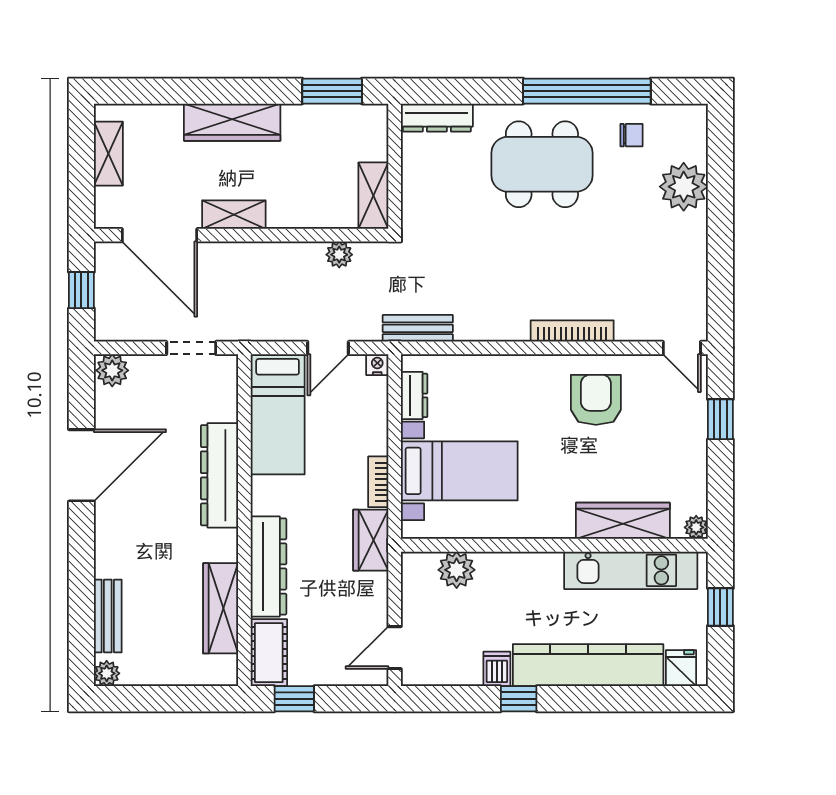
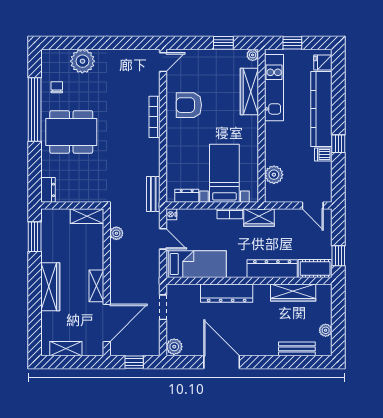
dresser: (437, 118) -> (48, 190), width x0.70
dining table: (542, 164) -> (71, 132), turned 90
window: (720, 419) -> (223, 43), moved
plant: (107, 673) -> (326, 330), moved

